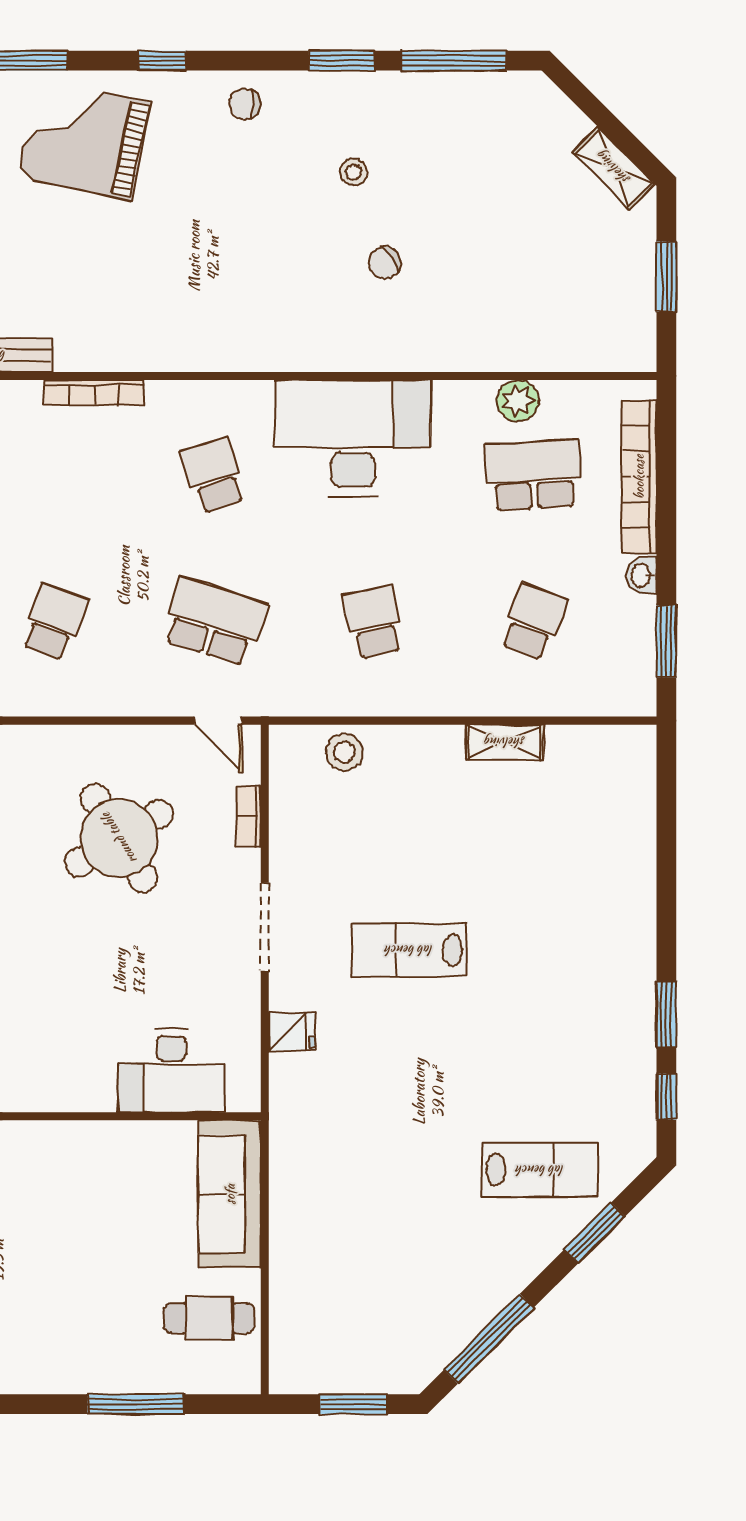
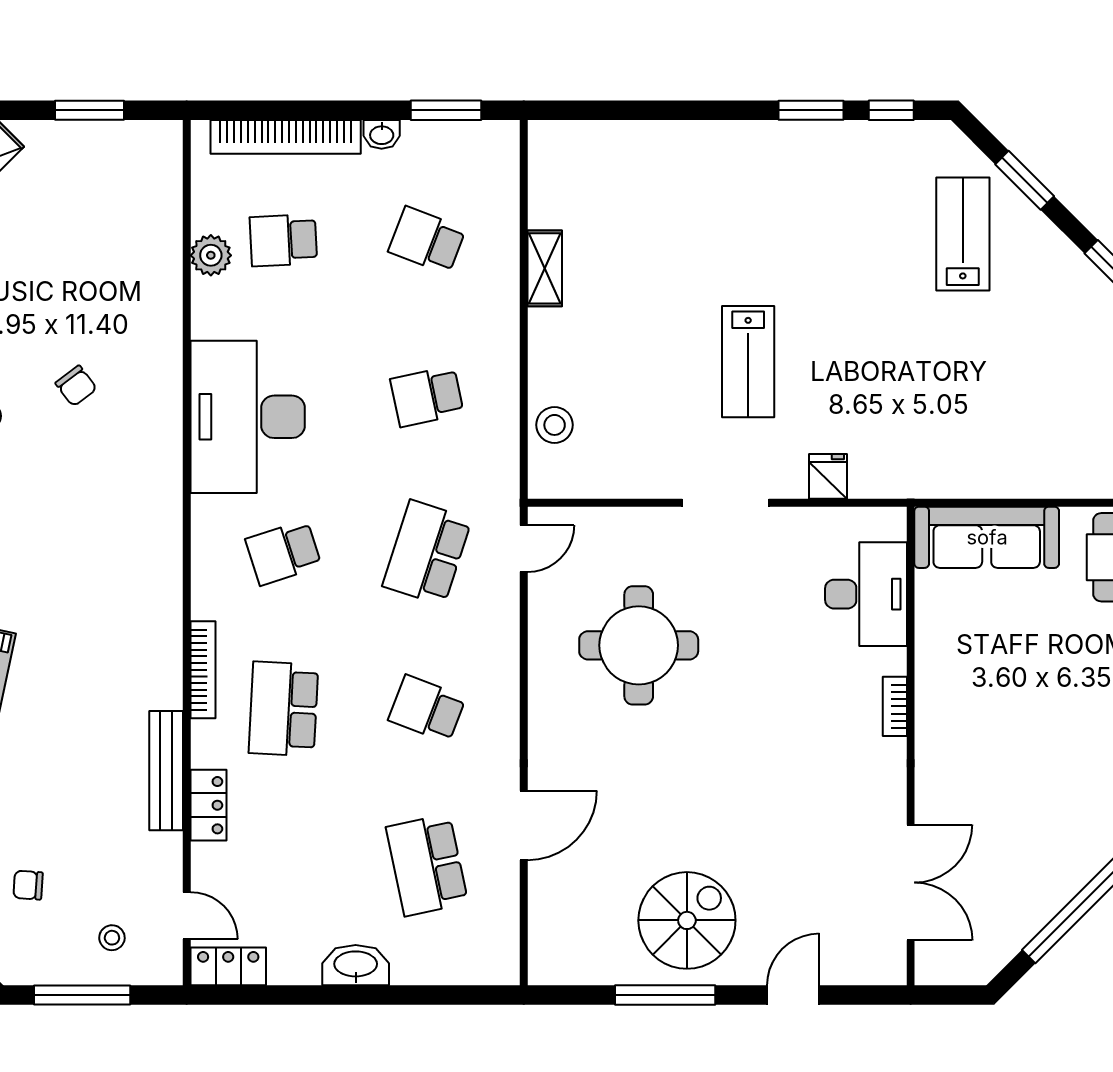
school desk: (54, 475) -> (283, 709), added
school desk: (533, 475) -> (283, 240), width x0.54
bookcase: (249, 816) -> (895, 706), moved, turned 90
round table: (119, 838) -> (639, 645), turned 31

